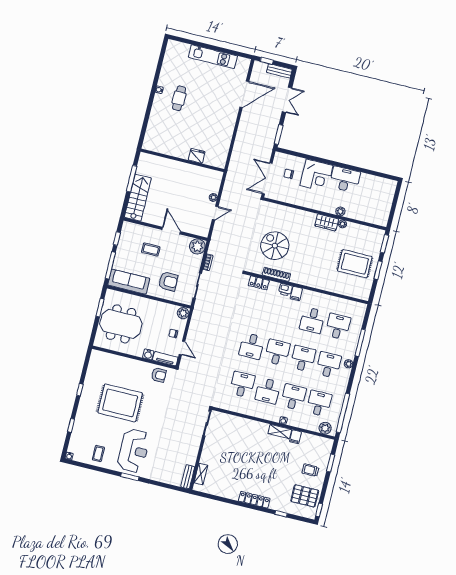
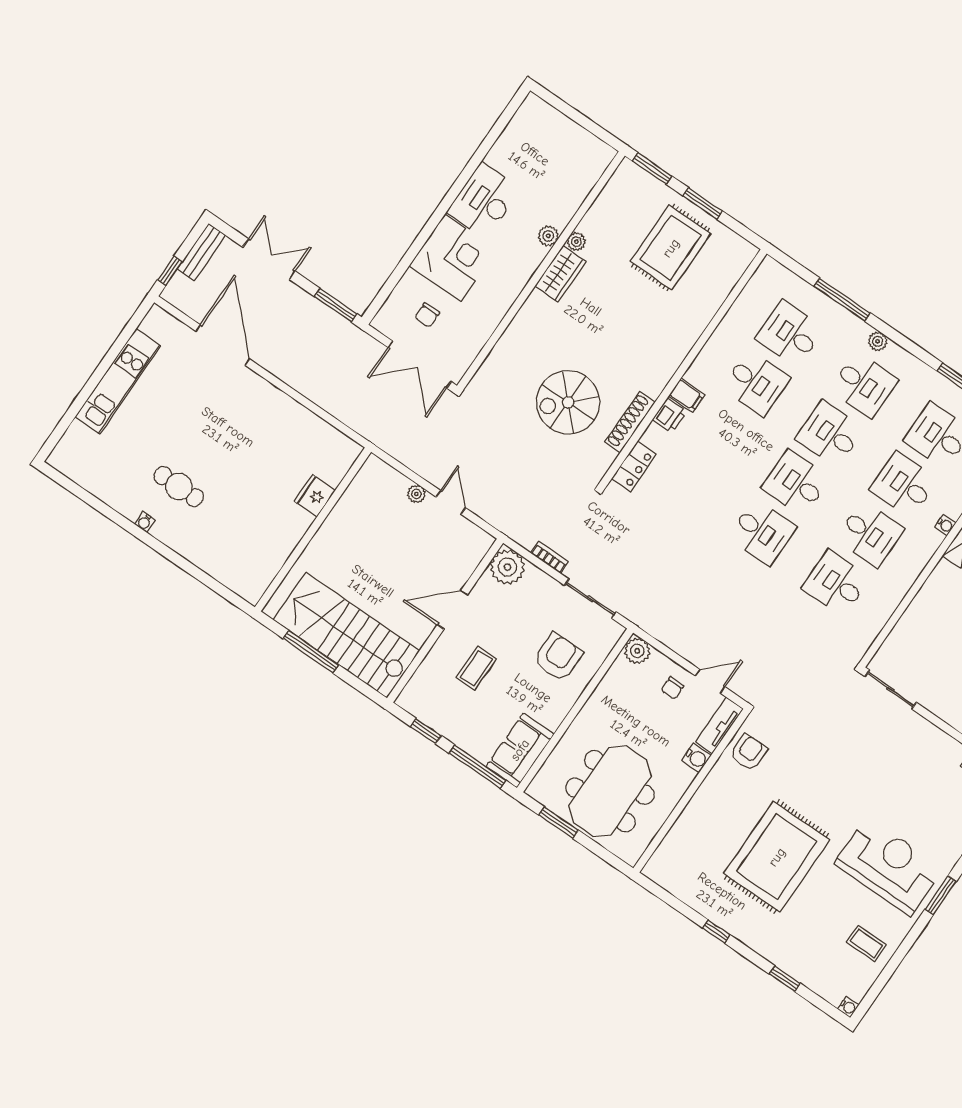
stairs: (138, 198) -> (346, 635), width x1.36, depth x1.51
sofa: (129, 282) -> (520, 750), width x0.73
desk: (328, 365) -> (864, 385), turned 180

